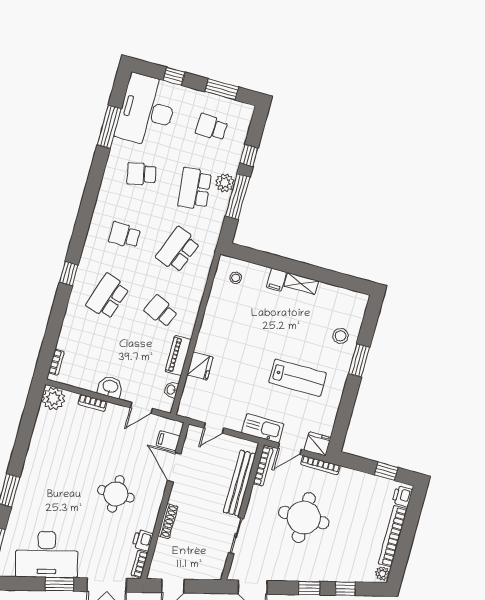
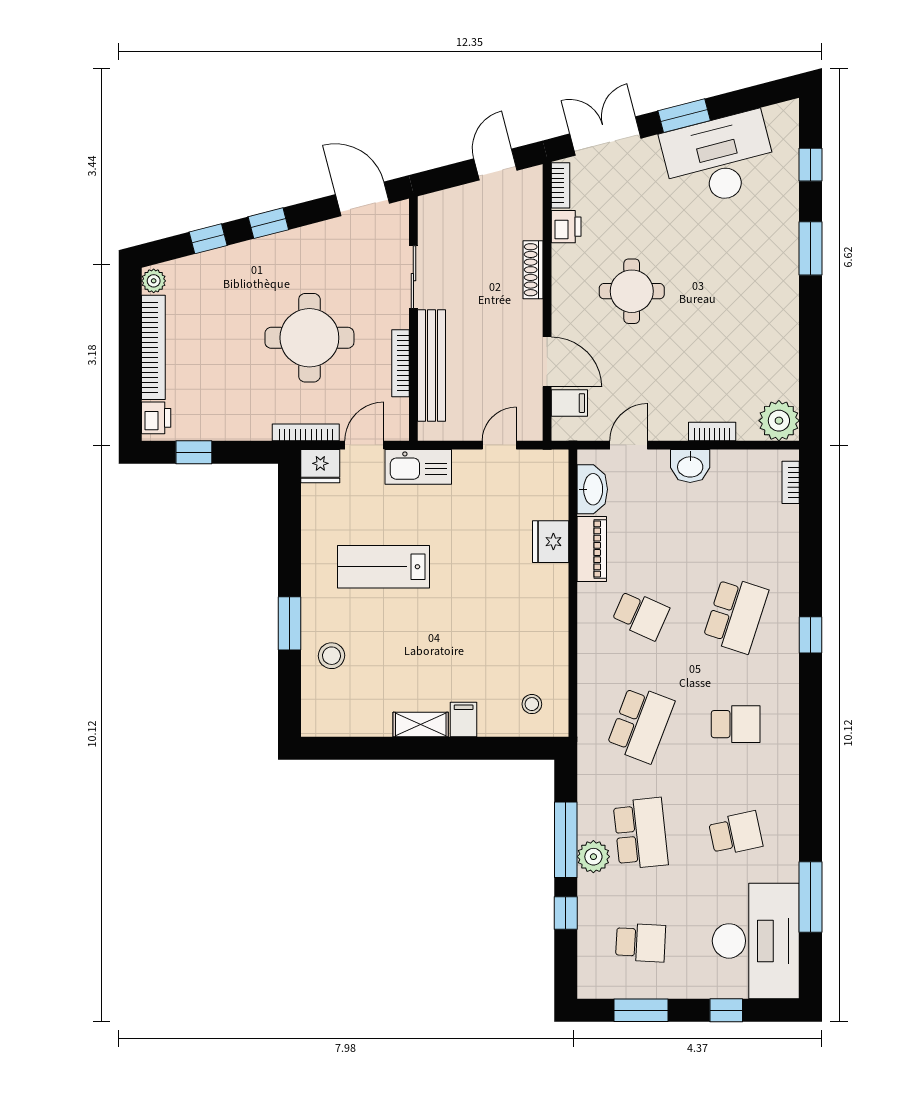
washbasin: (171, 390) -> (592, 489), width x1.91, depth x1.45
bookcase: (263, 466) -> (401, 363), moved

